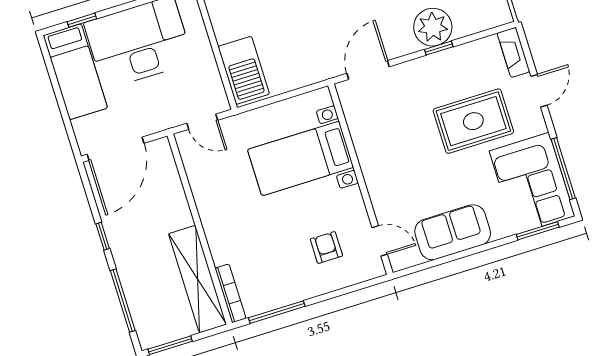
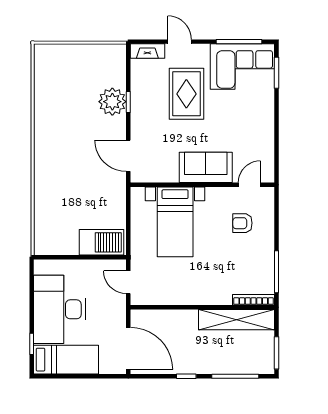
door: (202, 122) -> (128, 282), swing flipped
sofa: (453, 232) -> (206, 167), moved, turned 90

